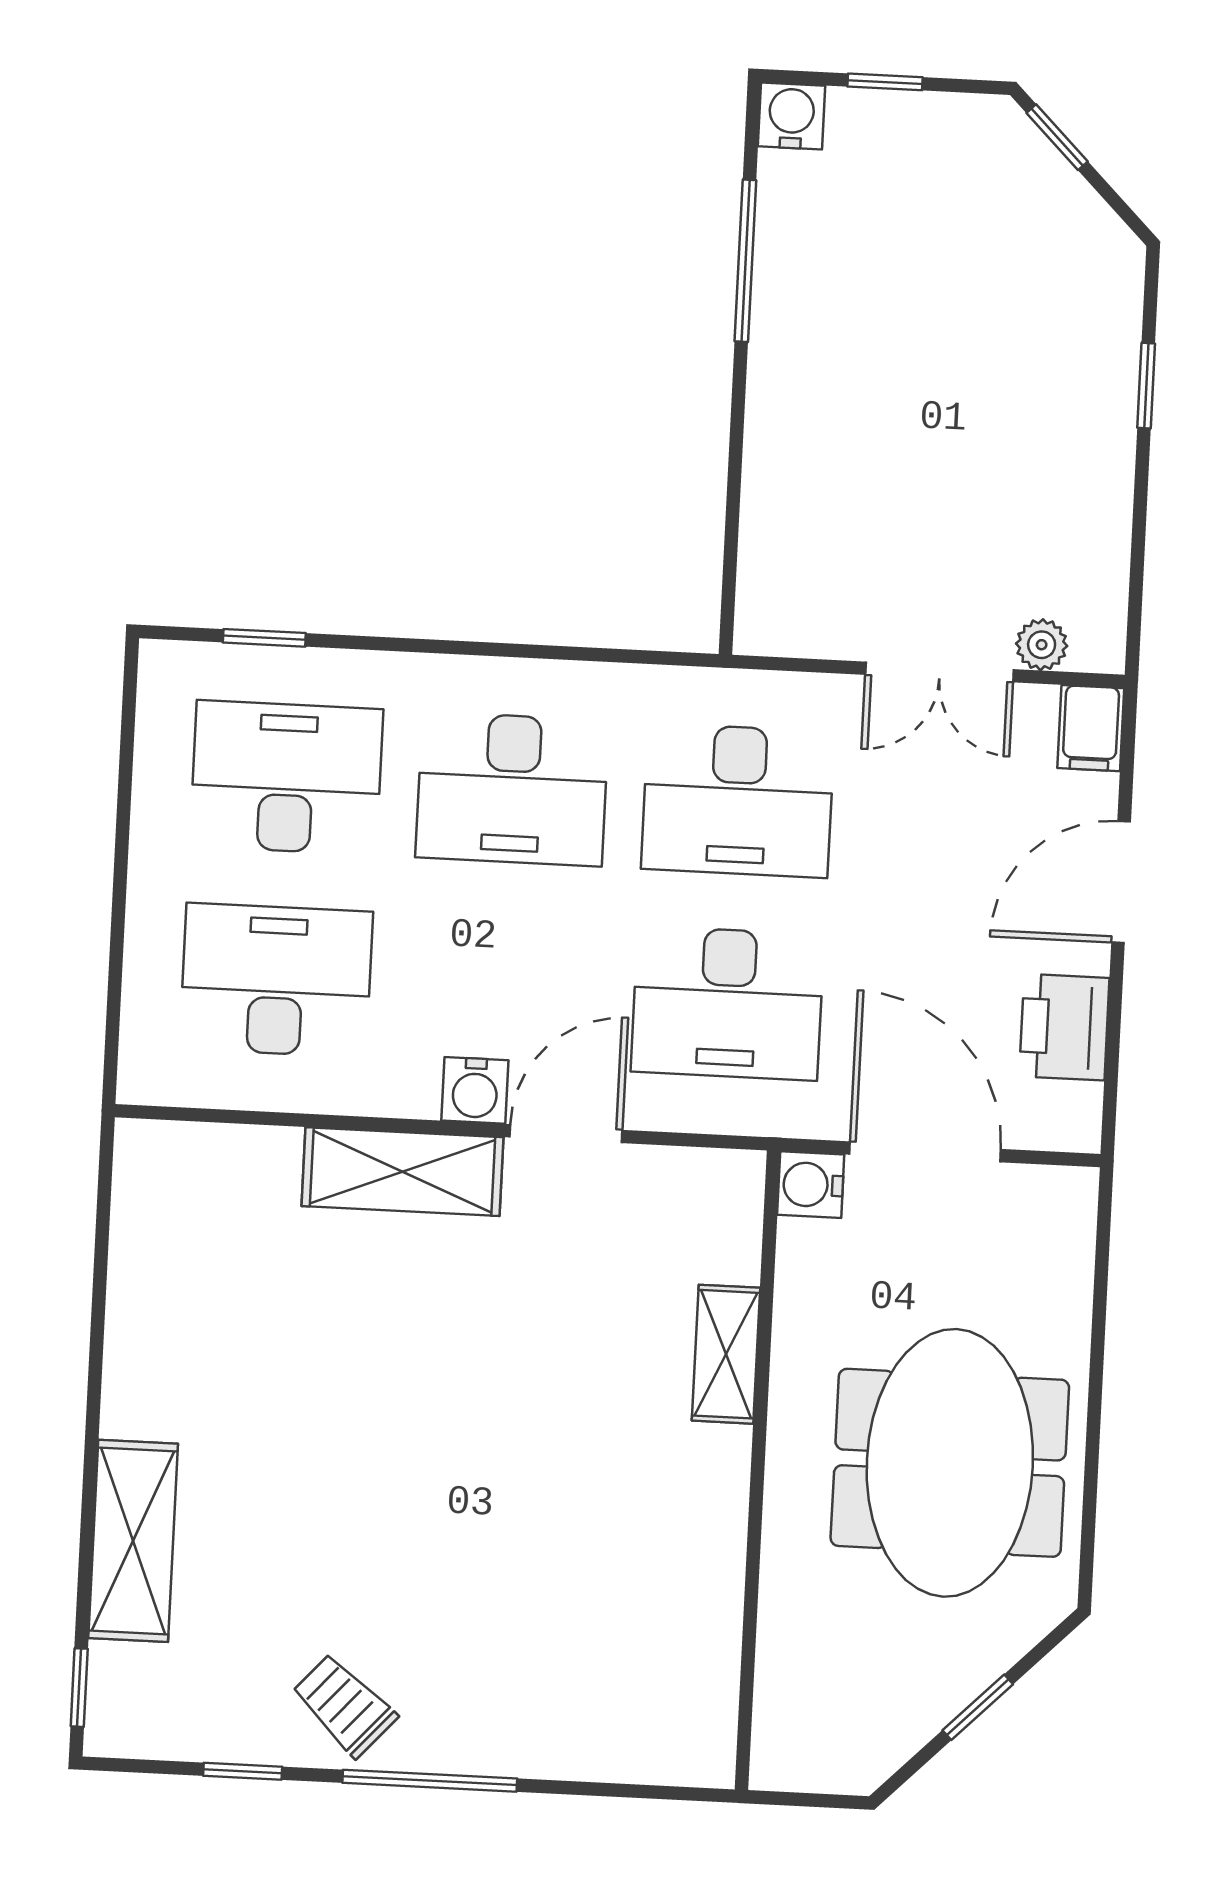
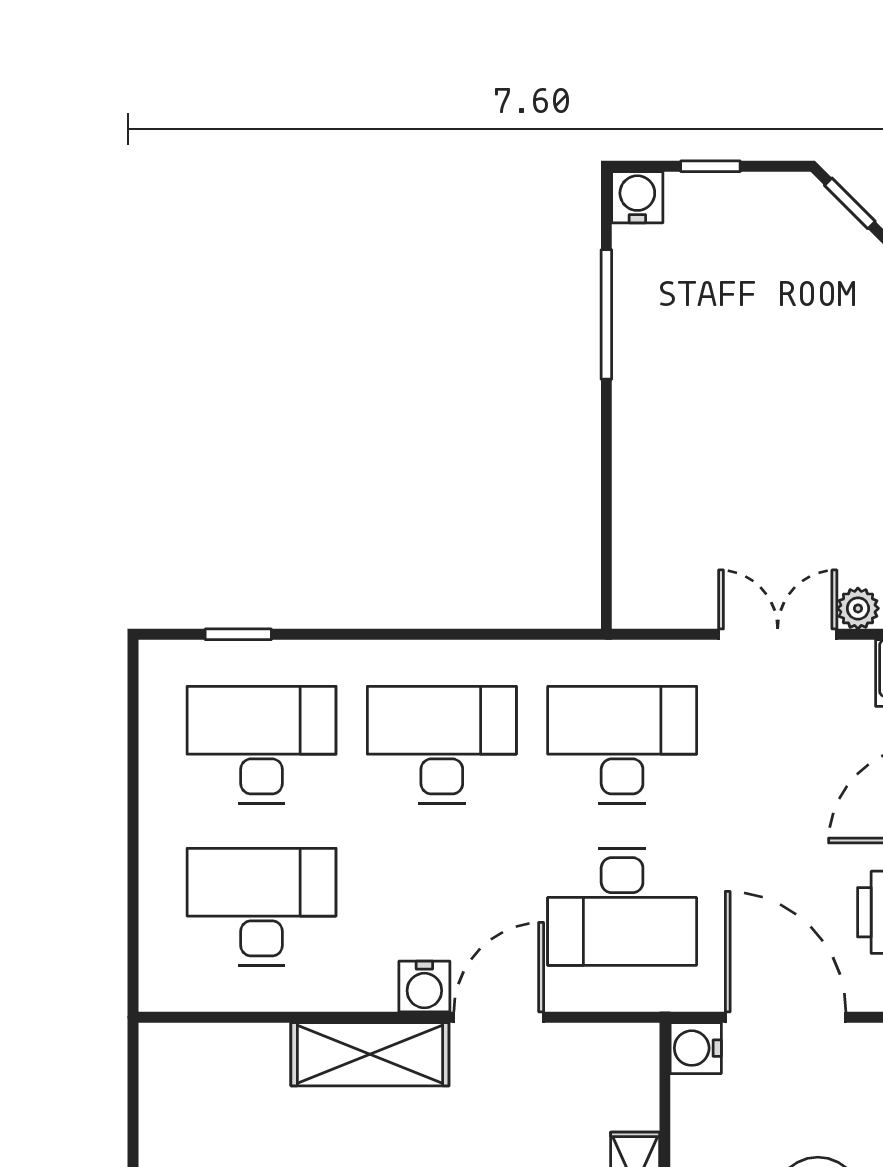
double door: (939, 672) -> (778, 634), swing flipped
desk: (512, 789) -> (442, 745), turned 180
desk: (738, 800) -> (622, 745), turned 180

